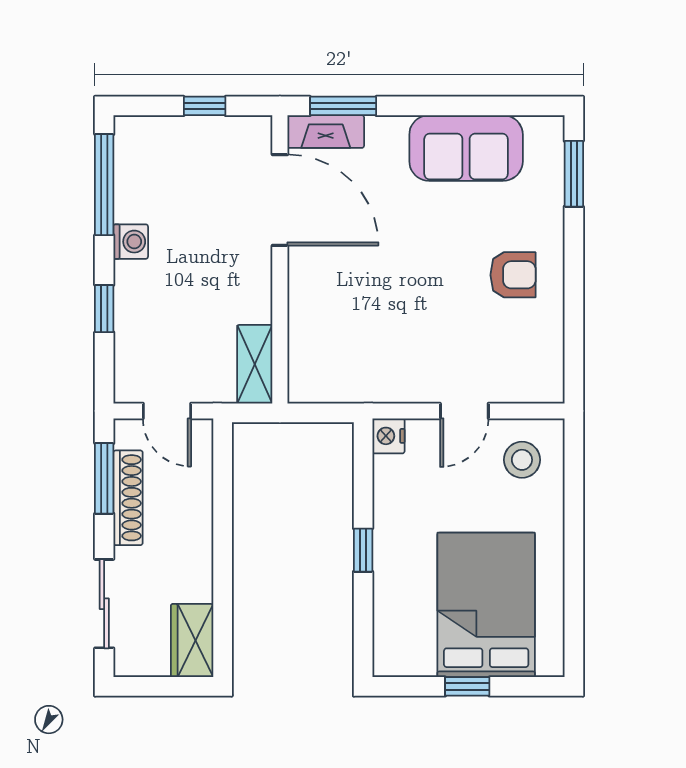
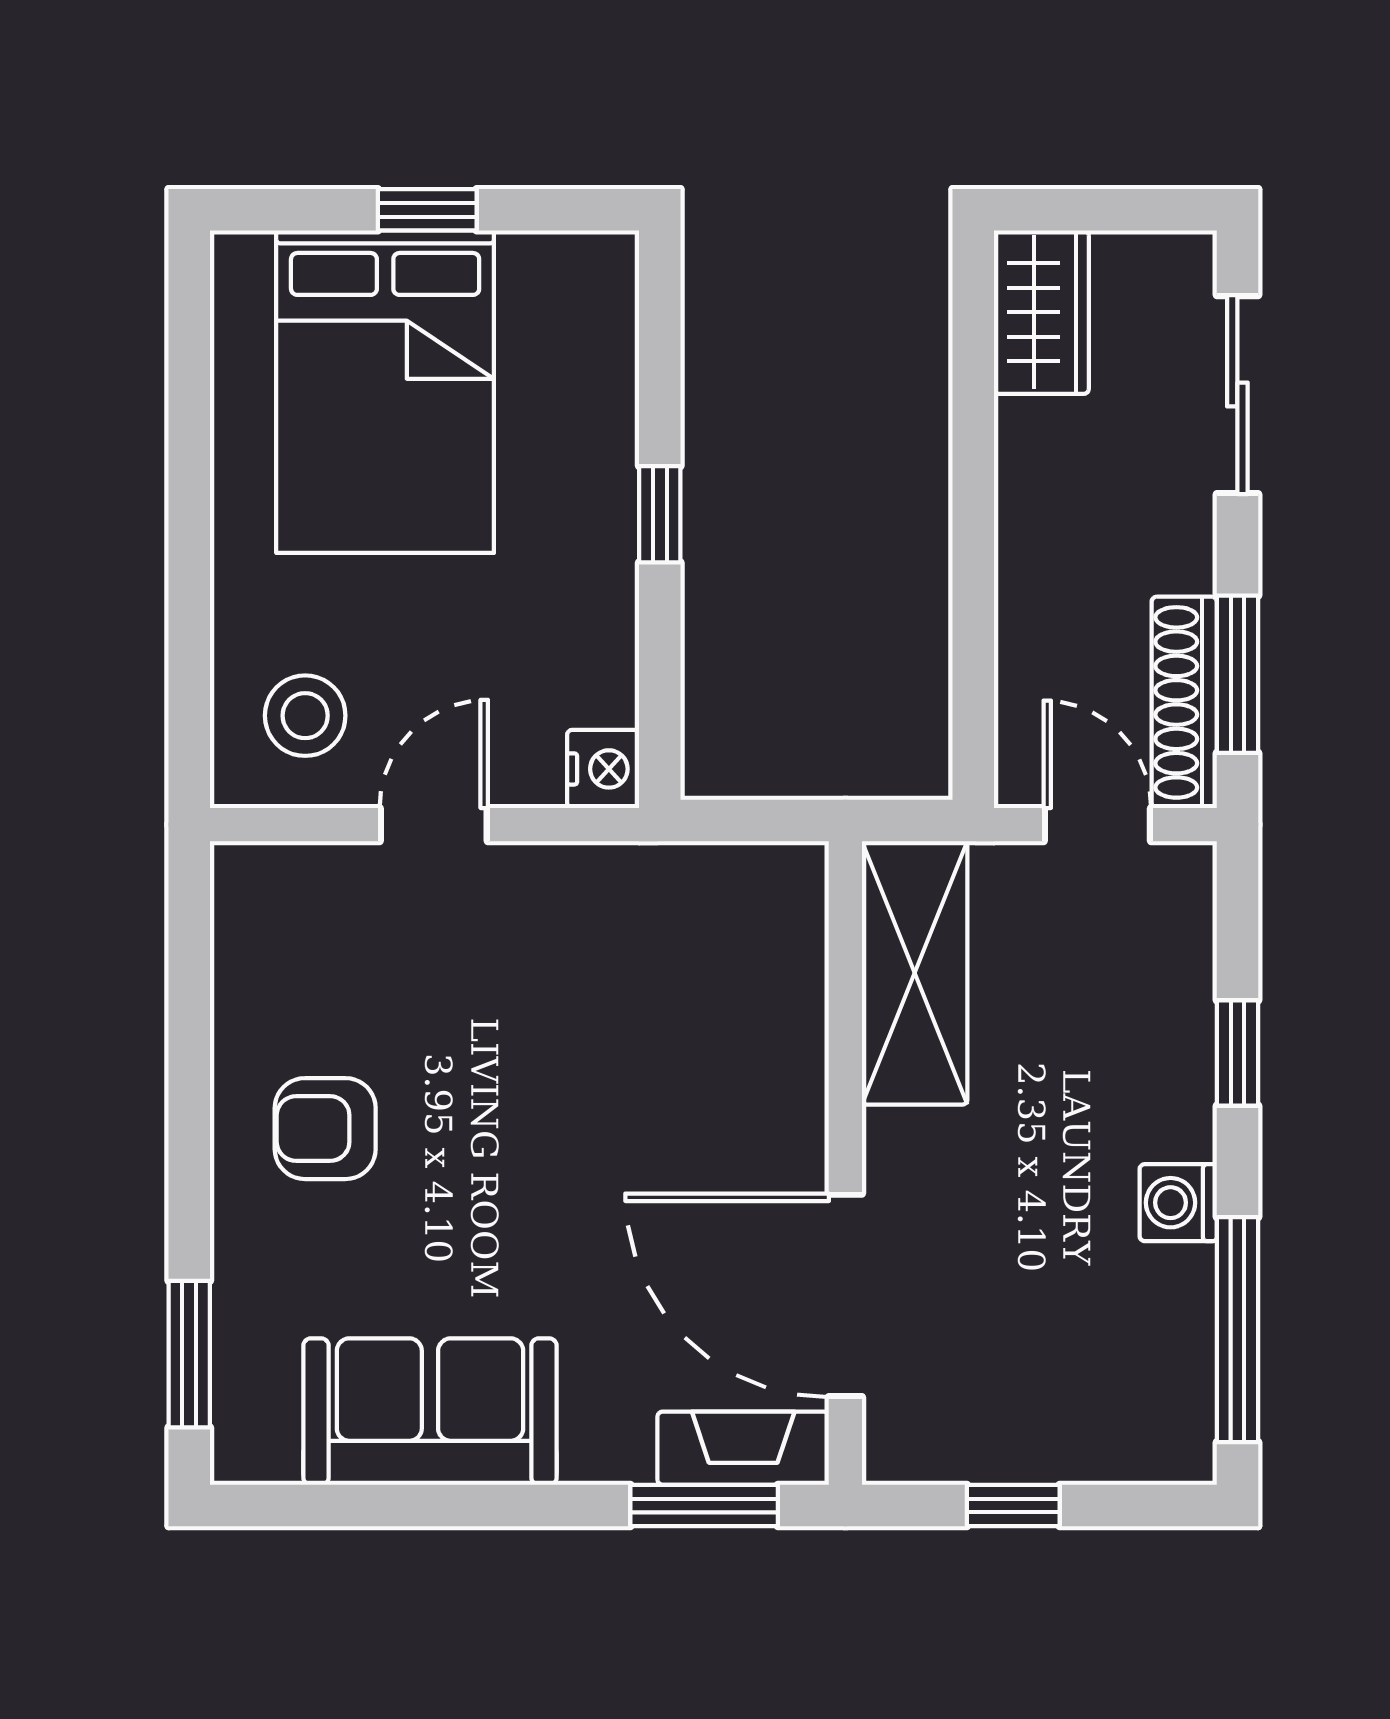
shelving: (255, 364) -> (915, 973), width x1.50, depth x1.33
shoe rack: (128, 498) -> (1184, 702), moved

